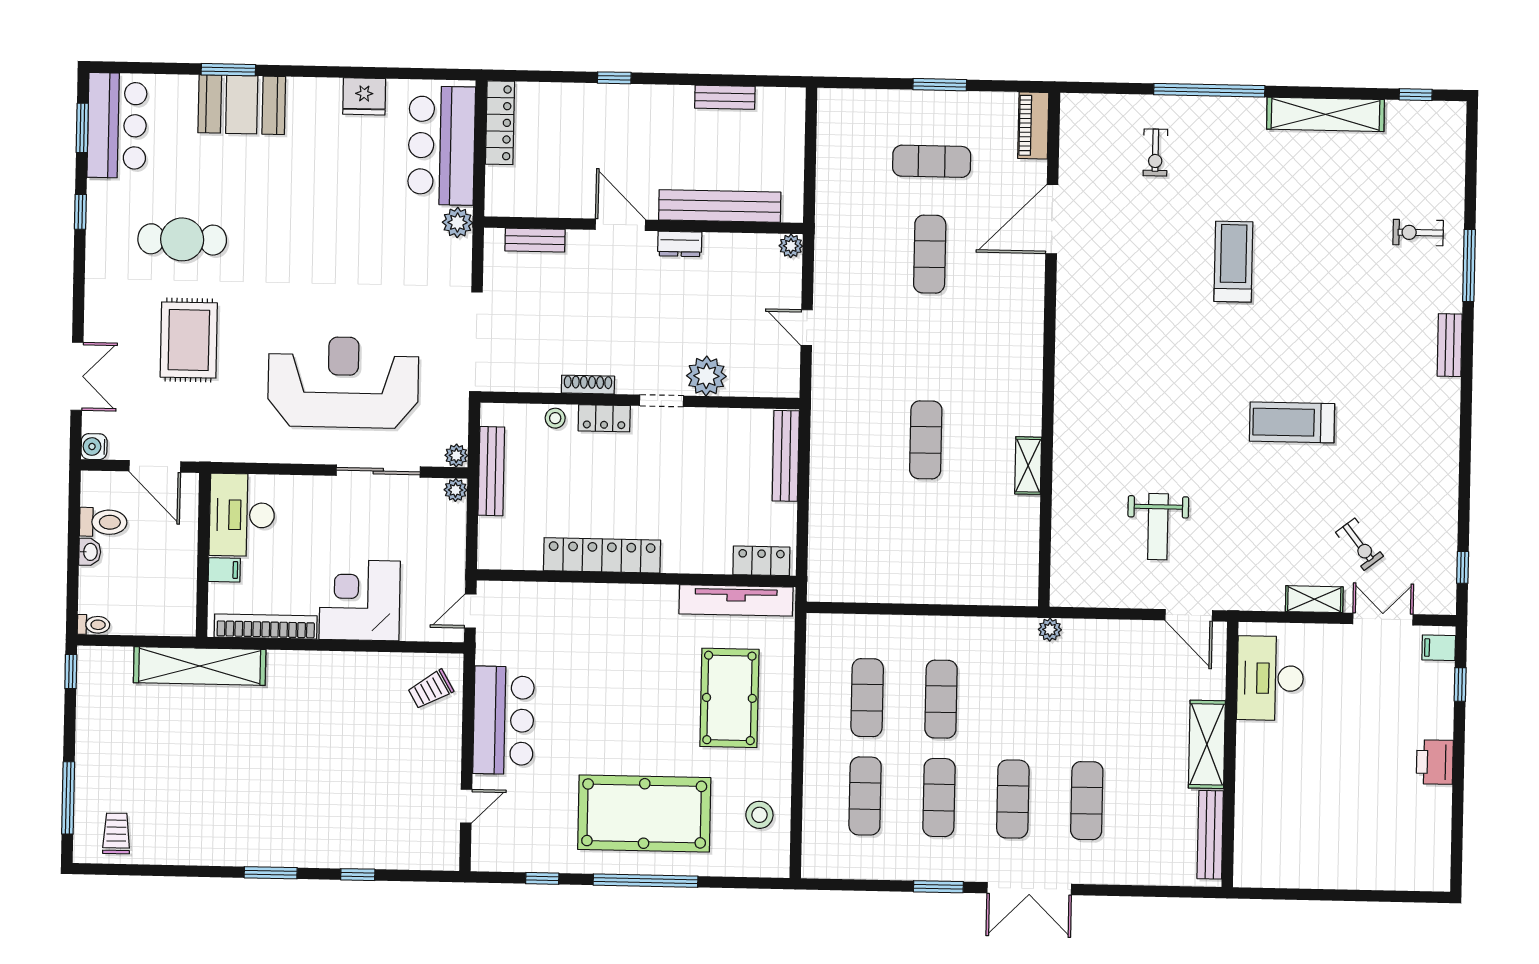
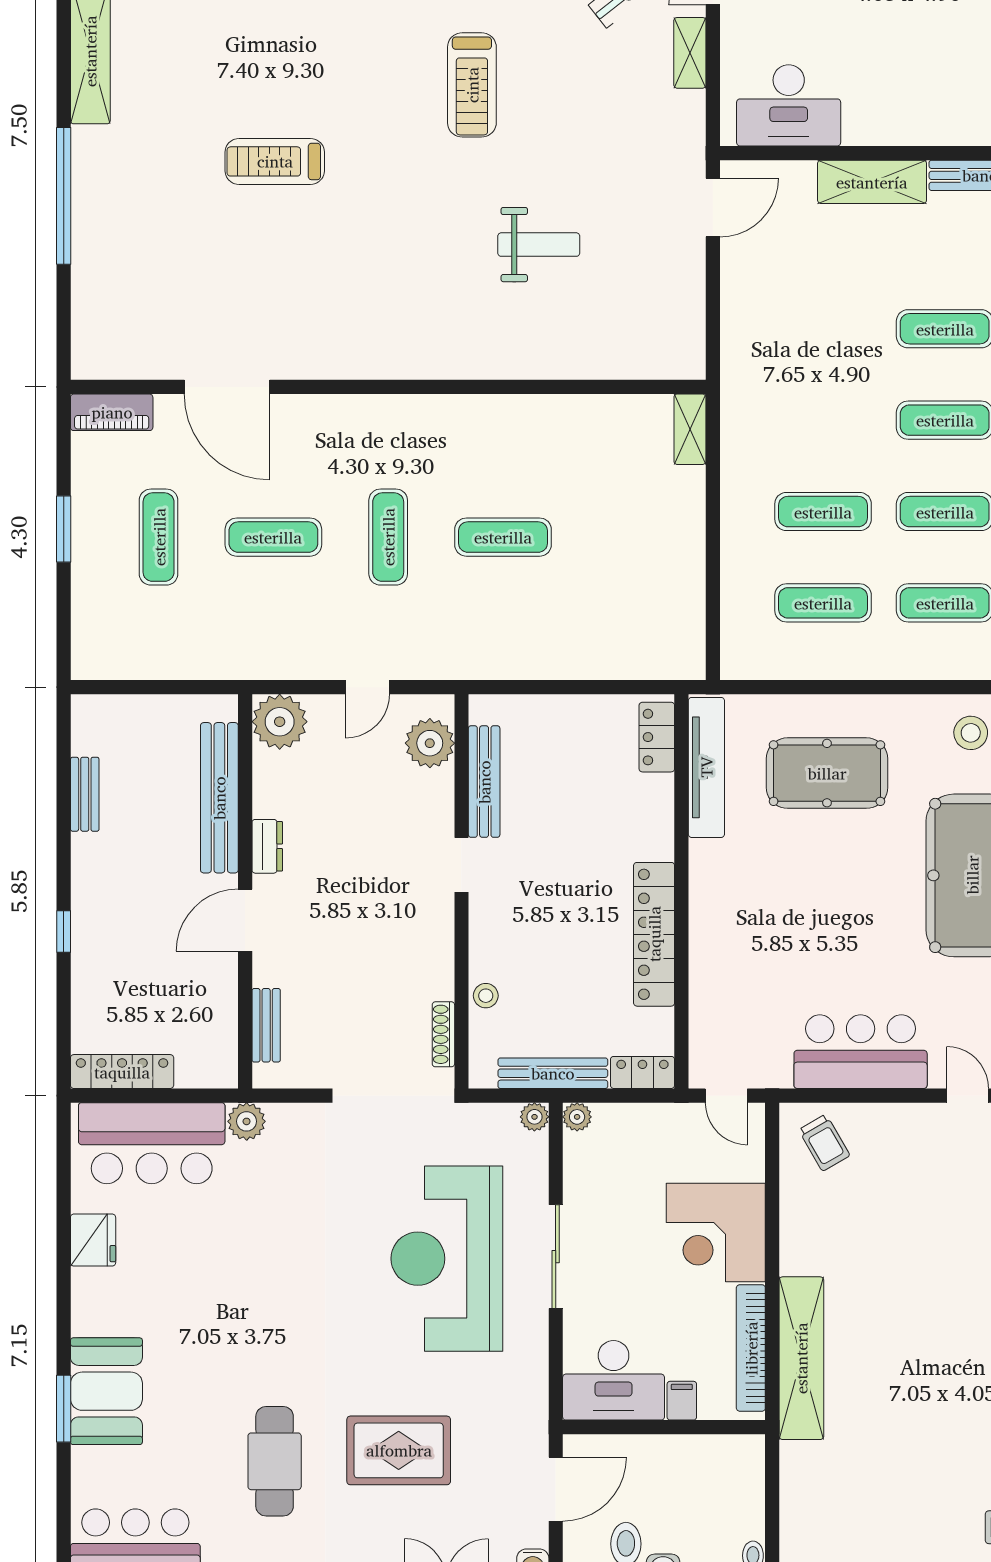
exercise bike: (1155, 153) -> (142, 261), removed
plant: (791, 246) -> (280, 722), width x1.88, depth x1.88
exercise mat: (928, 347) -> (388, 537), added
plant: (706, 376) -> (430, 743), moved
shoe rack: (588, 385) -> (443, 1034), moved
locker: (604, 418) -> (642, 1072), moved, turned -90
bench: (786, 456) -> (484, 782), moved, turned 90
shelving: (1028, 466) -> (690, 429), moved, turned 90
sliding door: (378, 471) -> (556, 1257), moved
weight bench: (1158, 527) -> (539, 245), moved
plant: (1050, 630) -> (734, 379), removed
shelving: (200, 666) -> (801, 1358), moved

